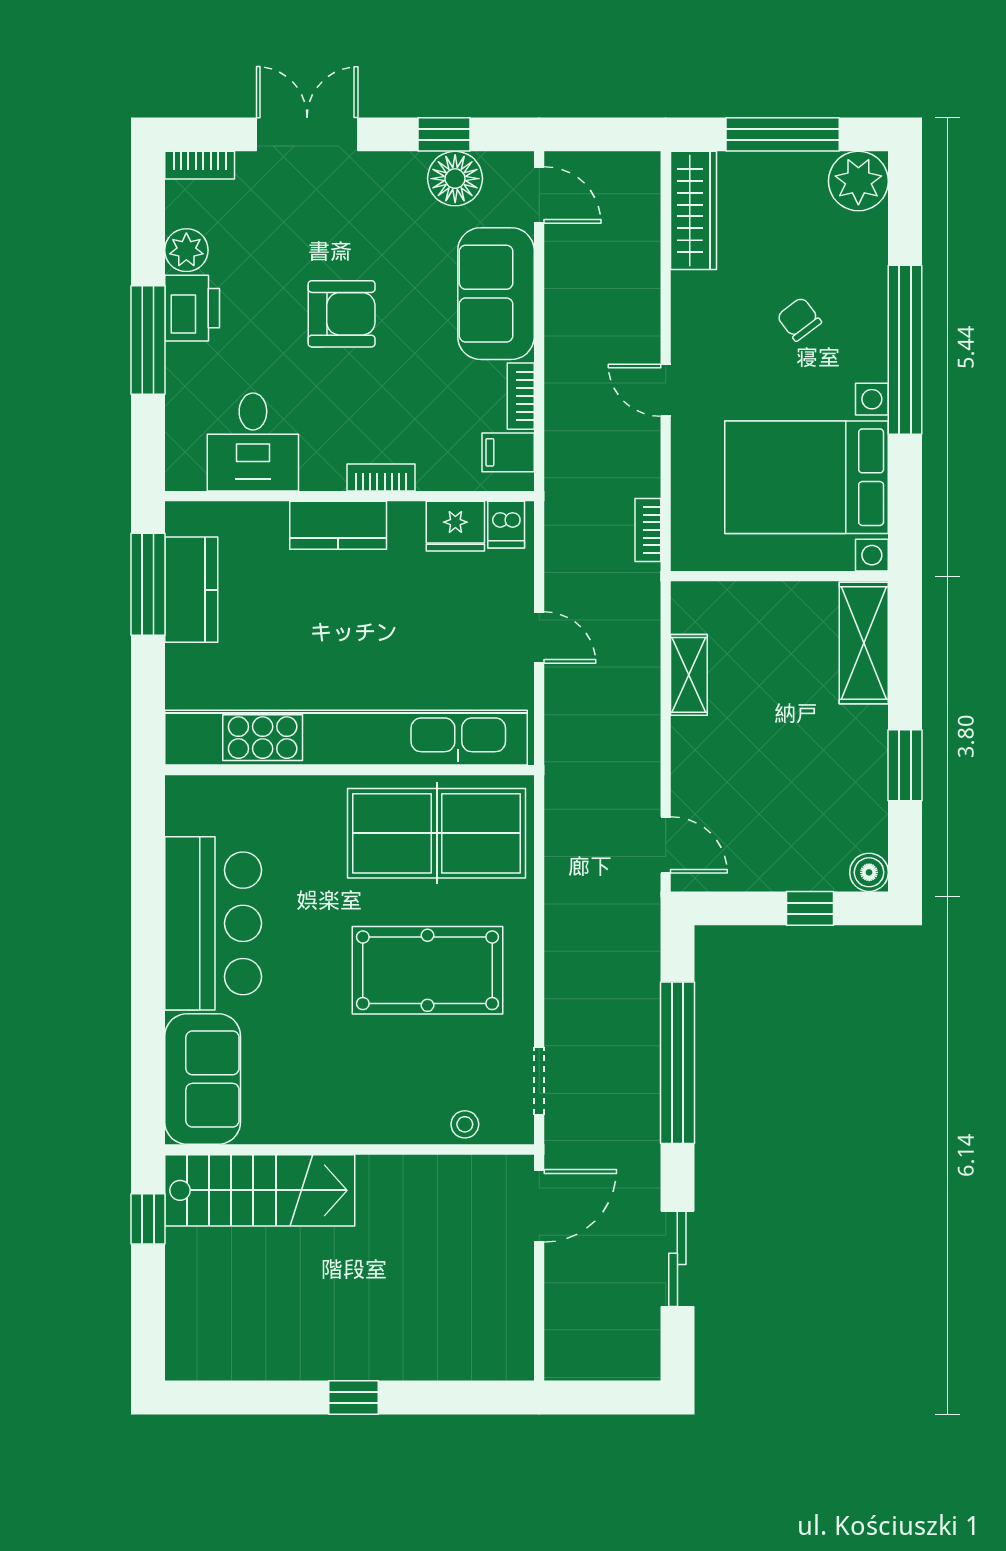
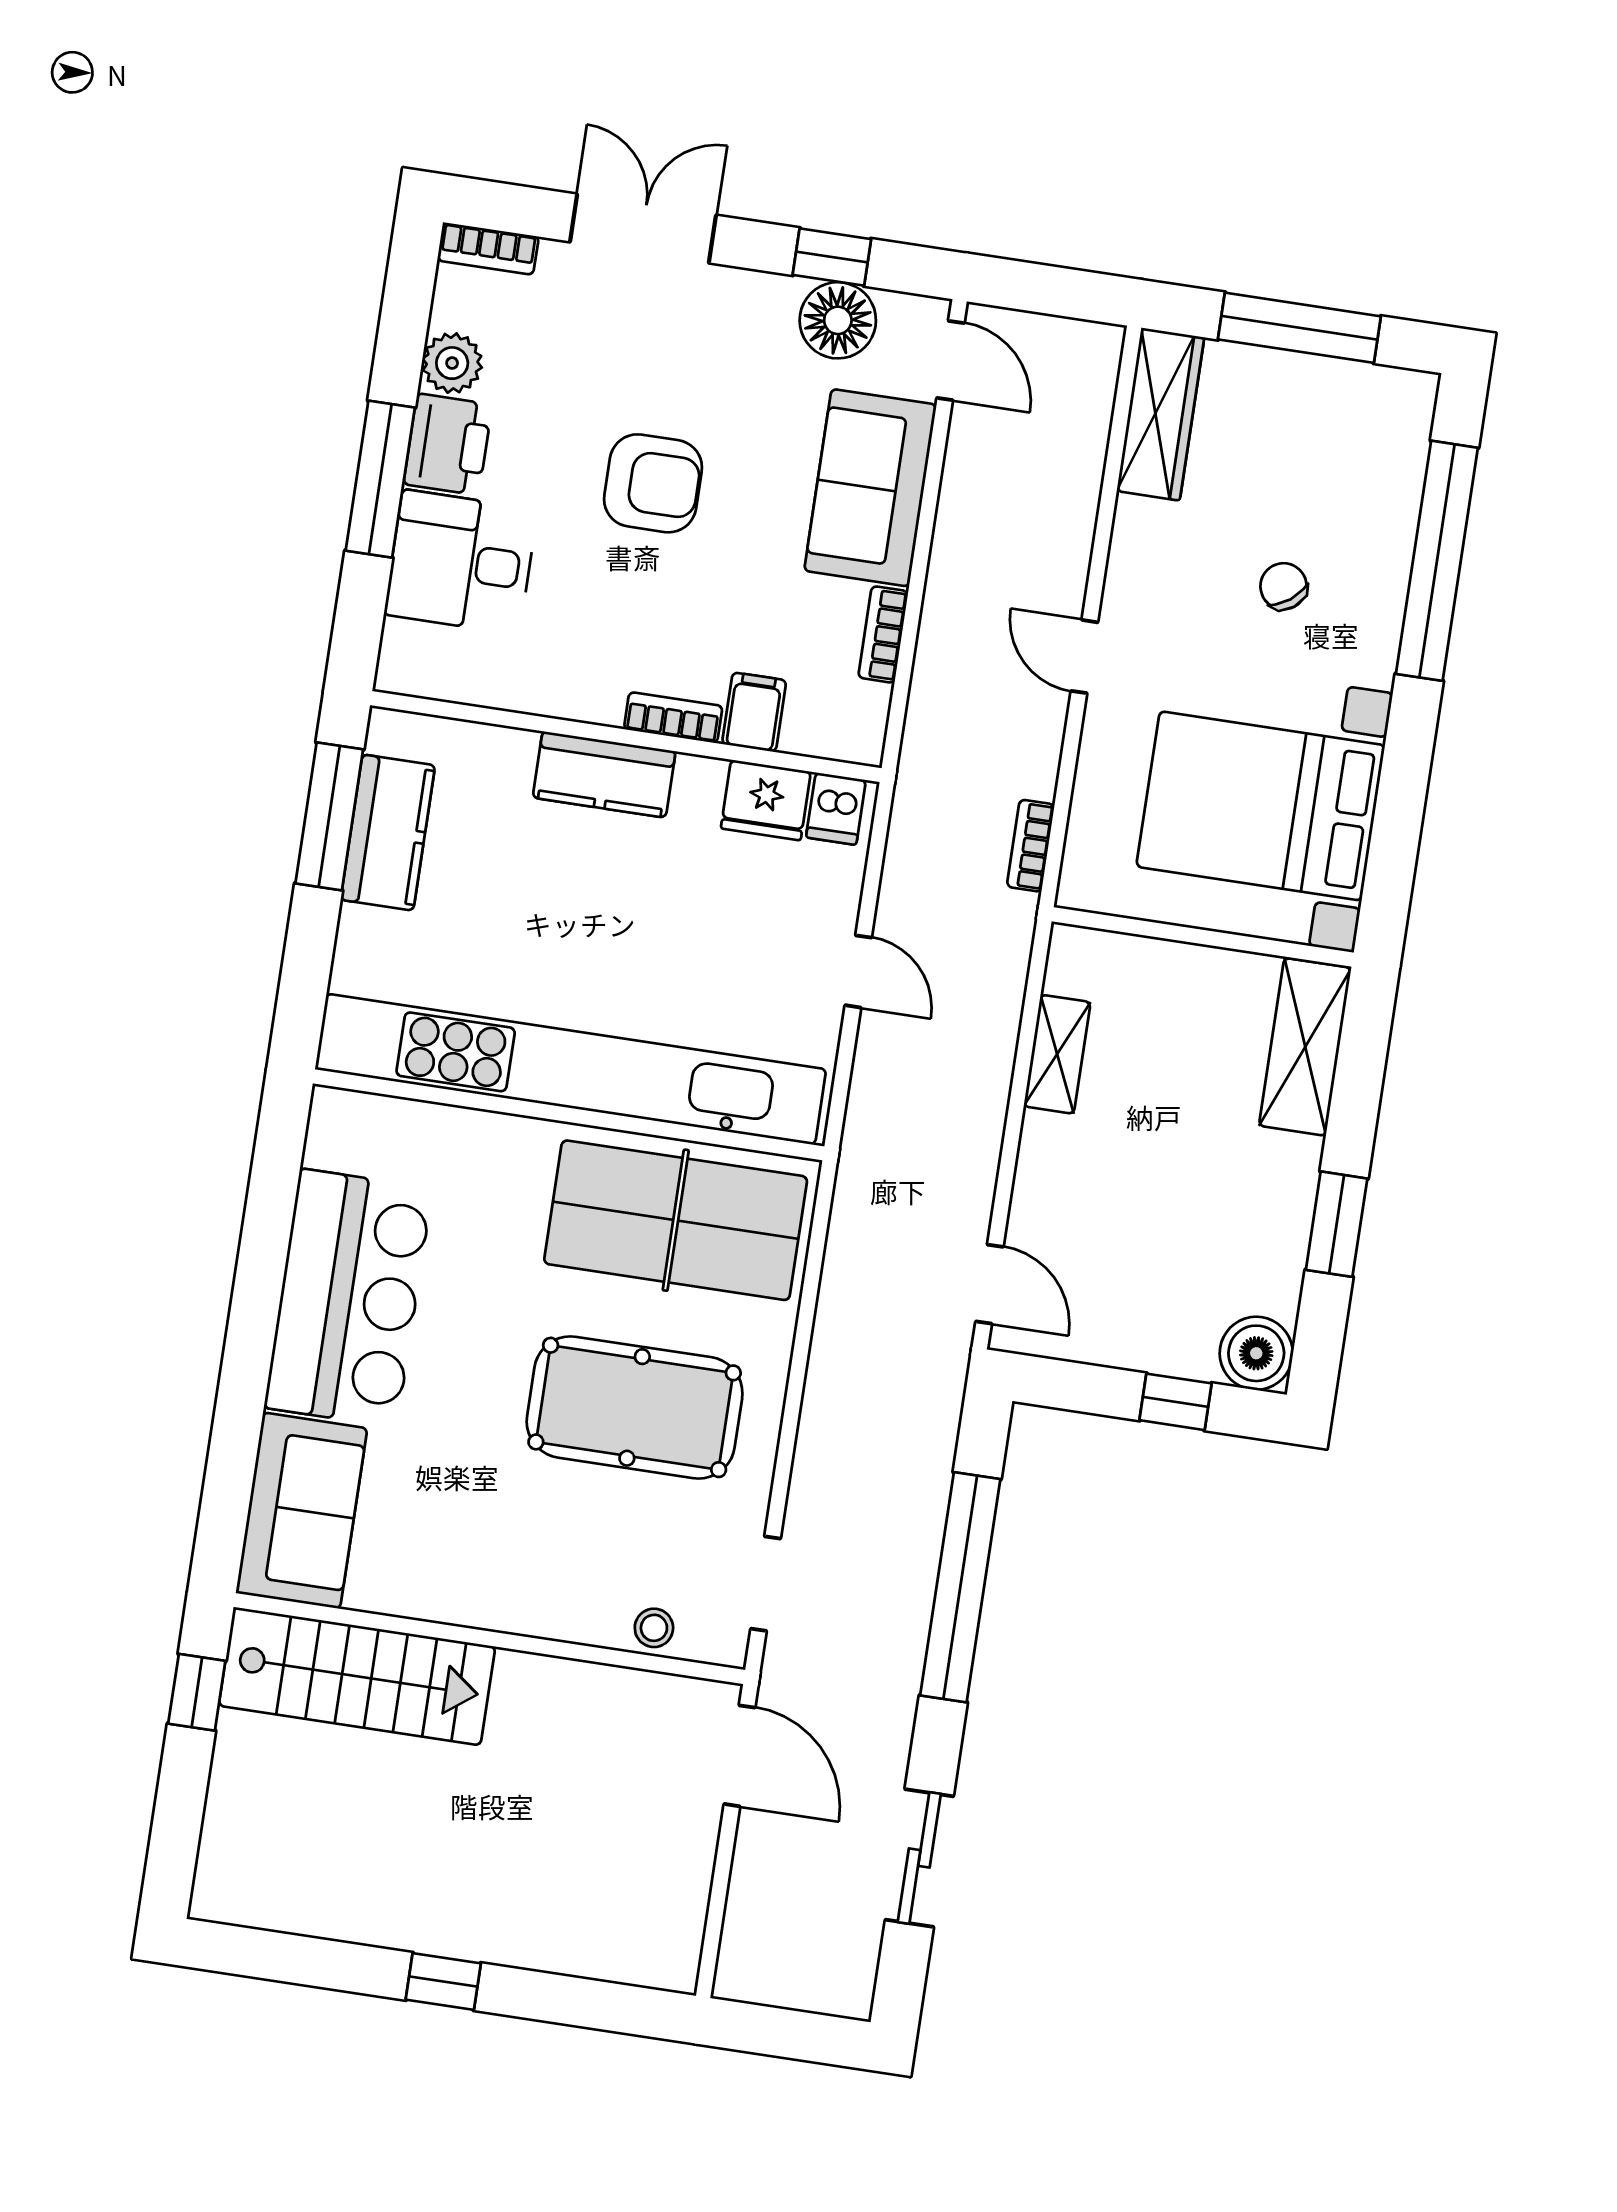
plant: (858, 181) -> (1394, 408), removed
window: (905, 350) -> (1437, 561), moved
desk: (253, 442) -> (461, 562), moved, turned 90
filing cabinet: (508, 452) -> (754, 712), moved, turned 90
boiler: (869, 872) -> (1256, 1353), width x1.36, depth x1.36
door: (539, 1206) -> (740, 1756), hinge flipped

